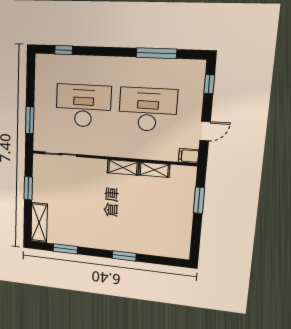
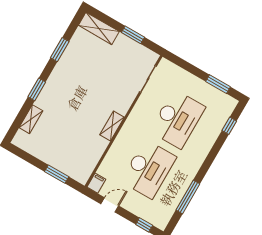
window: (30, 120) -> (218, 84), moved
door: (205, 131) -> (110, 205), swing flipped
shelving: (154, 170) -> (31, 119), moved
window: (65, 249) -> (60, 50), moved

